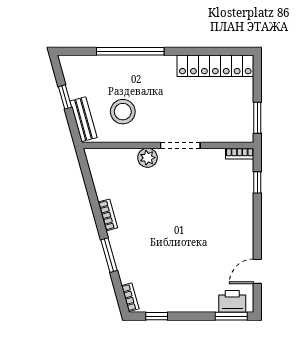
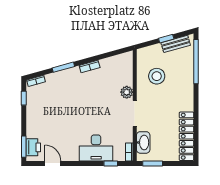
window: (130, 51) -> (196, 62), moved
bench: (83, 119) -> (176, 44), moved
washbasin: (225, 132) -> (143, 142), added
desk: (233, 205) -> (96, 148), added

